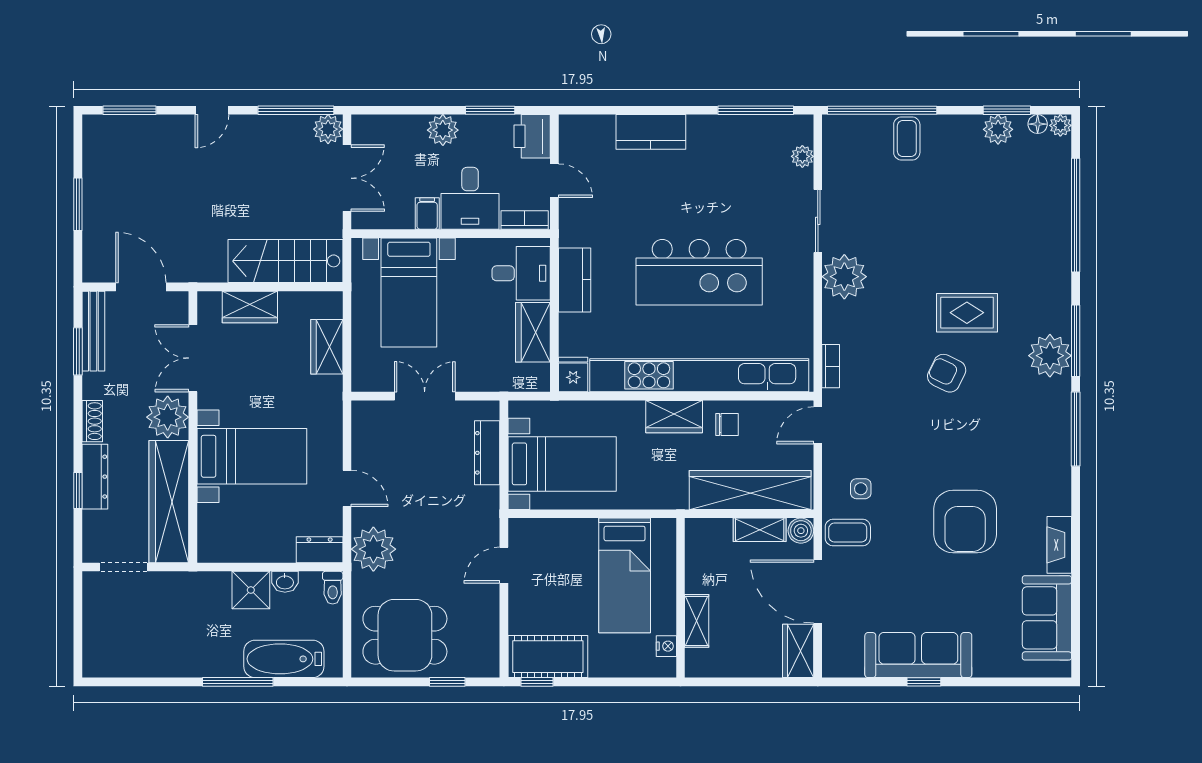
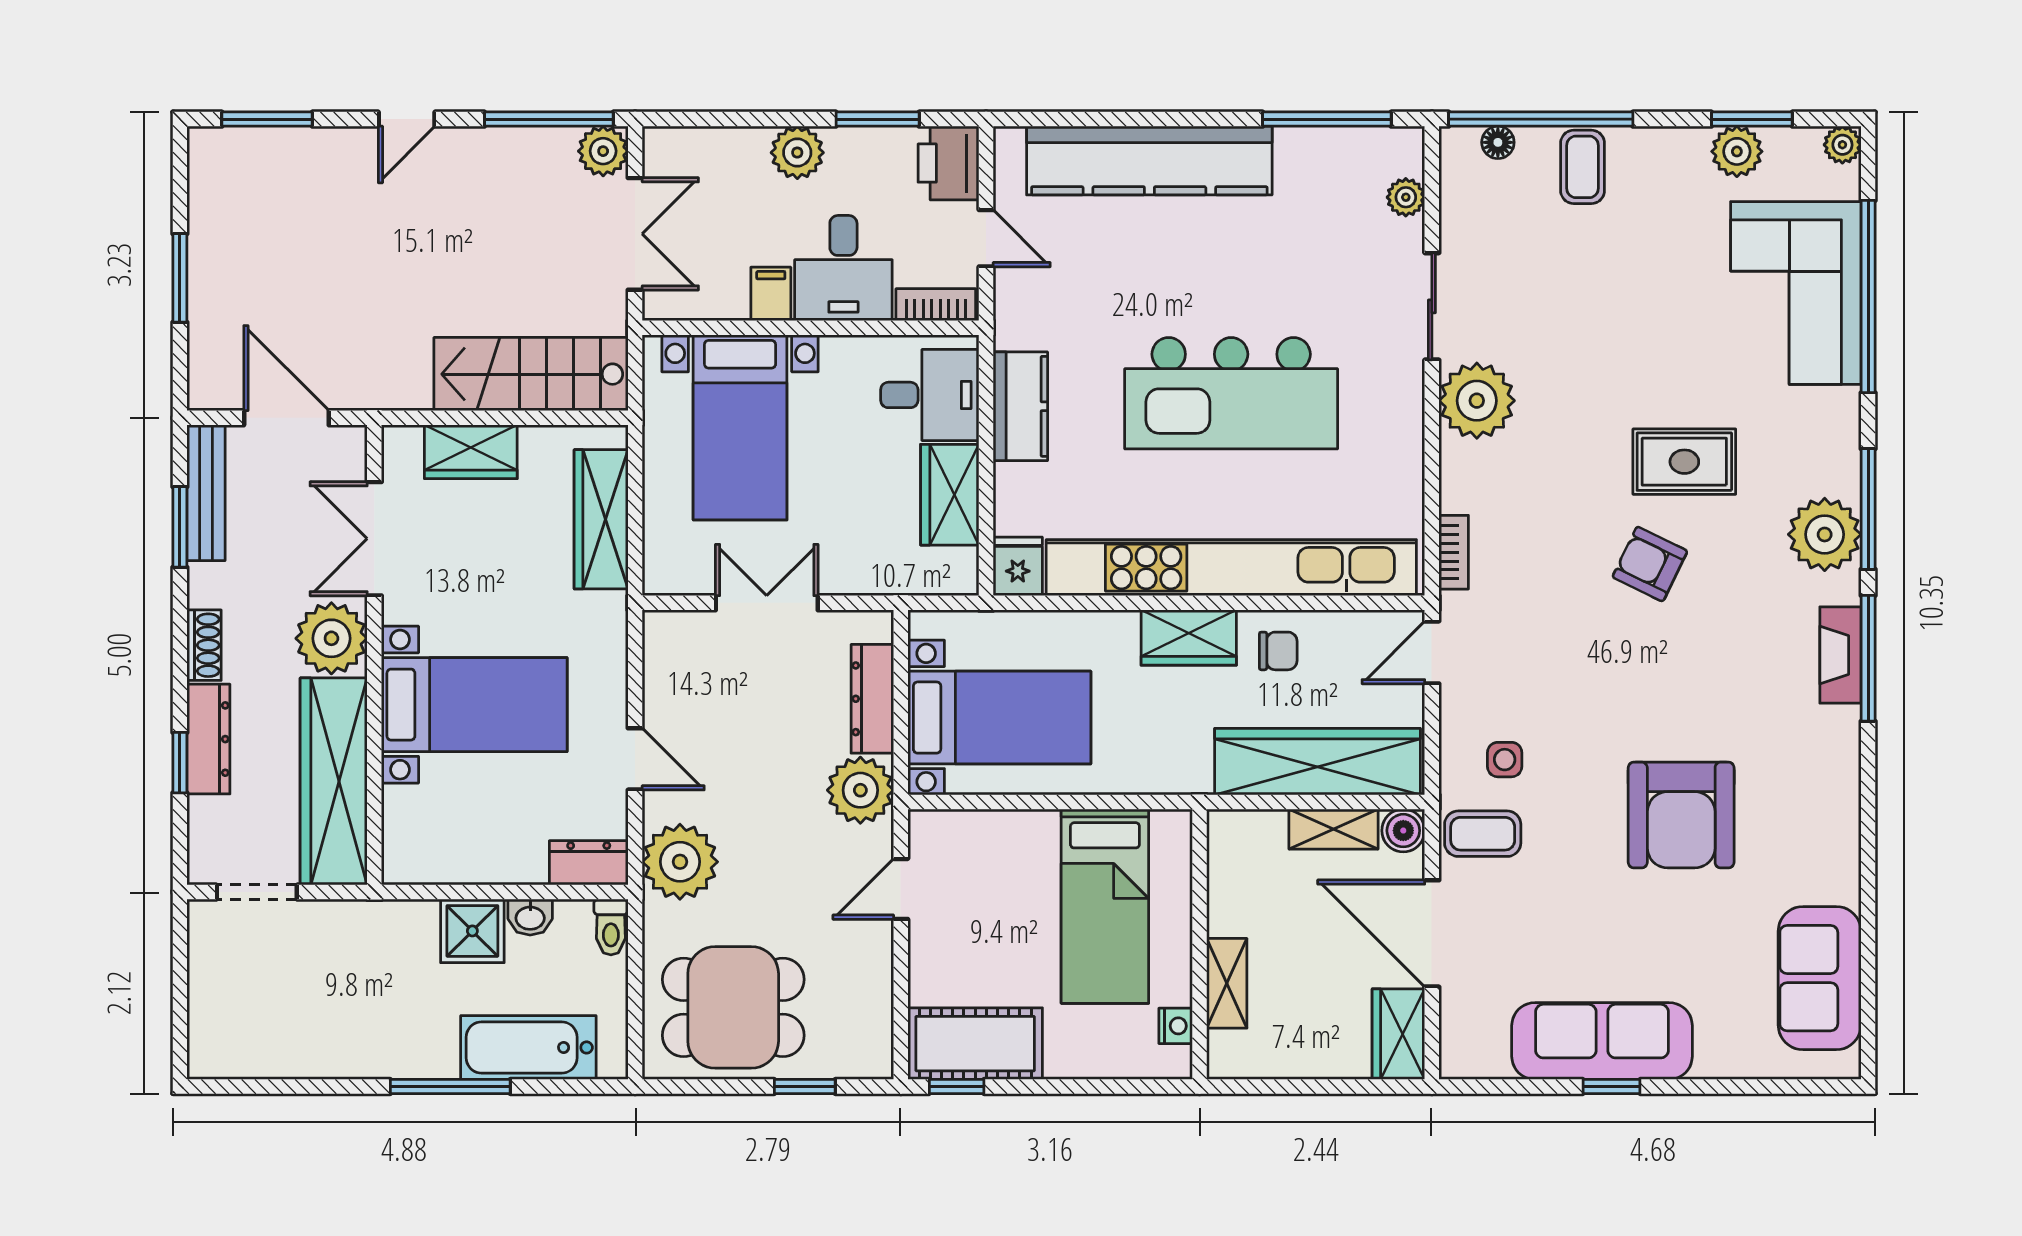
floor lamp: (1038, 124) -> (1498, 142), moved
kitchen counter: (651, 132) -> (1149, 161), width x2.08, depth x1.17
corner sofa: (1033, 213) -> (1796, 293), added
wardrobe: (327, 347) -> (601, 519), width x1.50
plant: (480, 507) -> (860, 790), added
fireplace: (1059, 545) -> (1840, 655), moved

